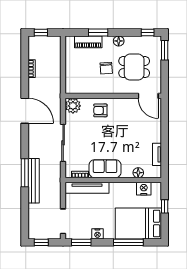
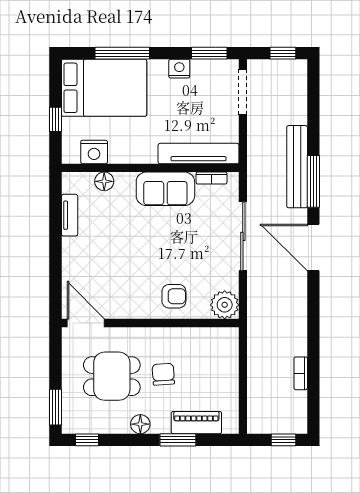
door: (25, 111) -> (313, 247), moved

